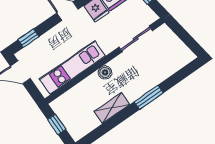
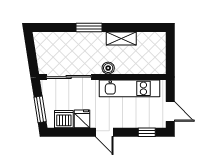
sliding door: (136, 39) -> (69, 77), width x1.37
window: (57, 124) -> (170, 55), removed

